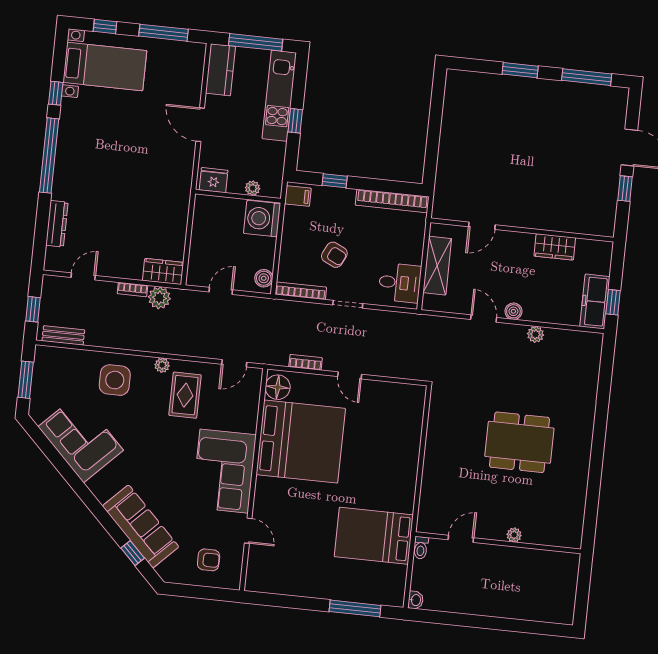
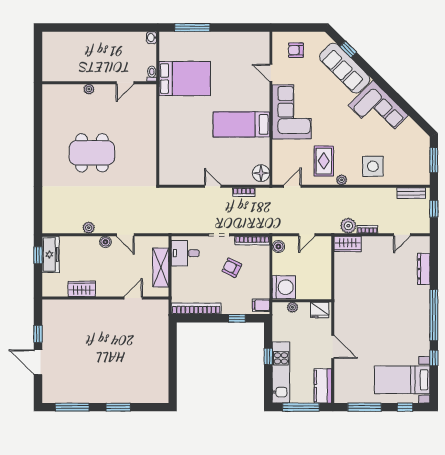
corner sofa: (81, 439) -> (378, 110), moved
bed: (301, 442) -> (241, 124), width x0.49

